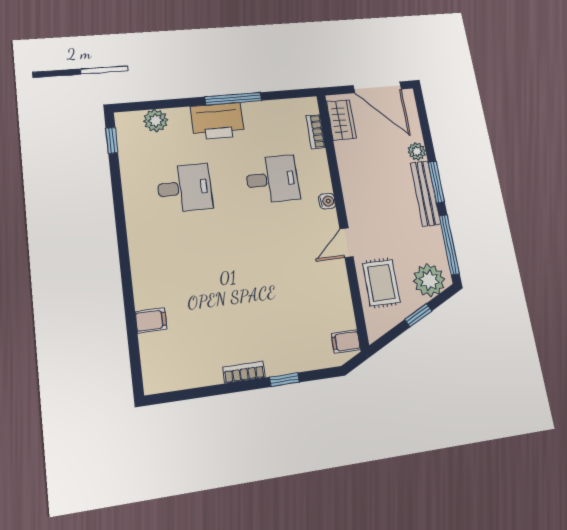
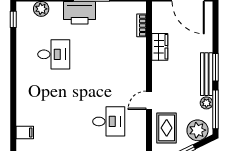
wardrobe: (341, 120) -> (160, 47), moved
plant: (417, 152) -> (206, 103), moved
desk: (272, 179) -> (109, 121), moved
water cooler: (327, 201) -> (141, 72), removed

